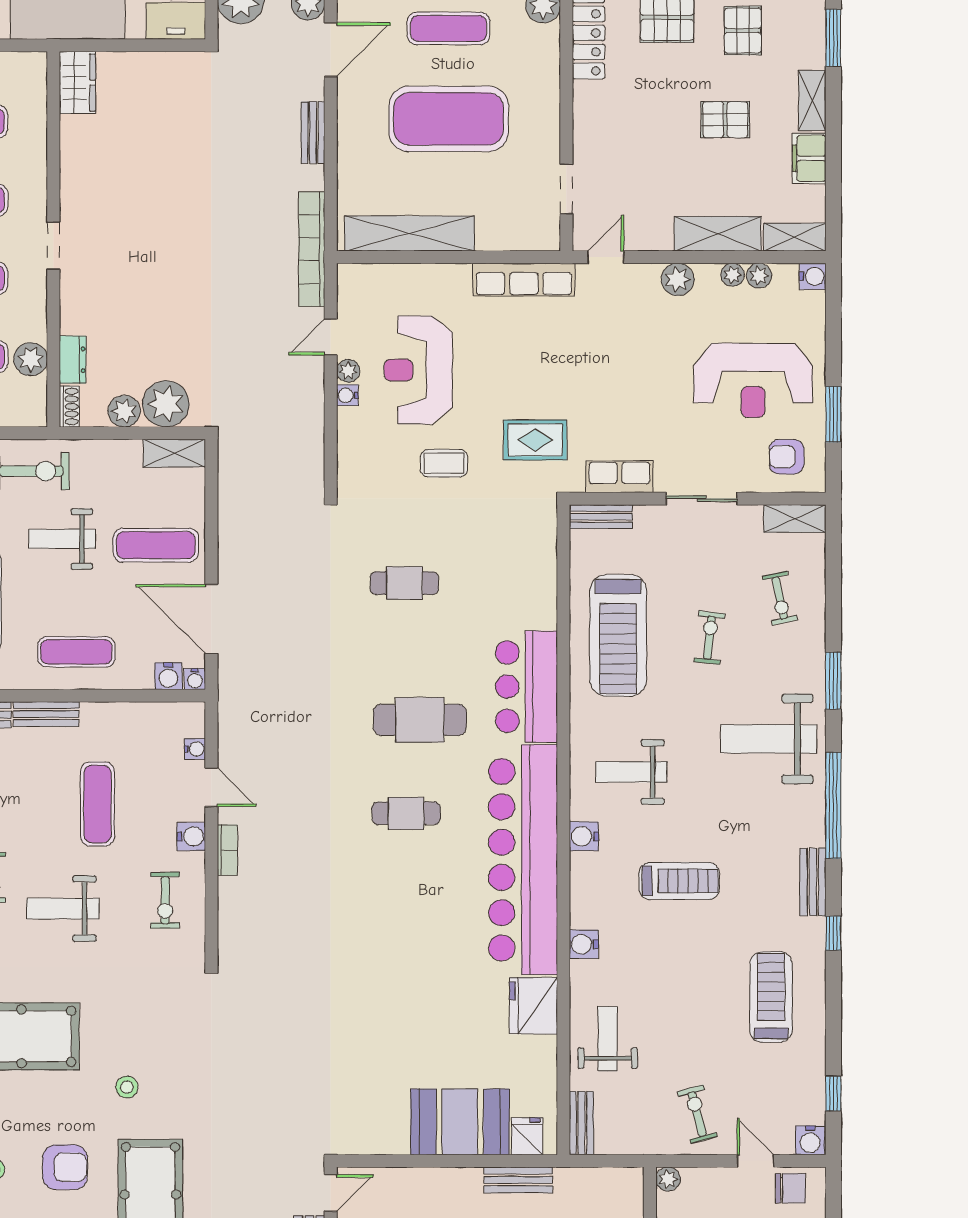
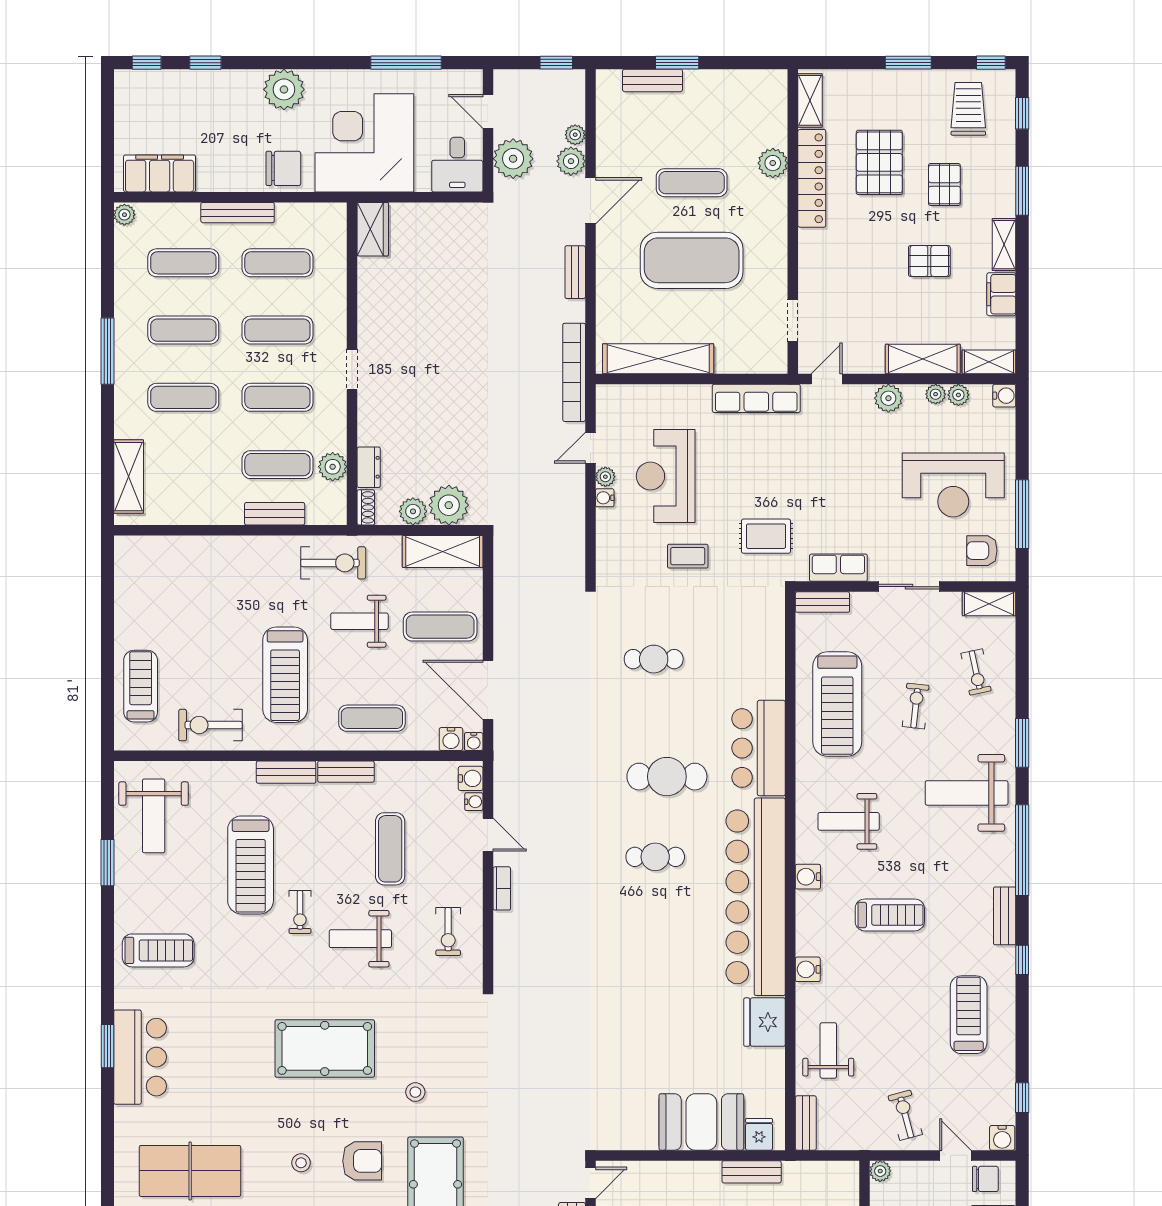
window: (833, 414) -> (1022, 514), width x1.44
shelving: (174, 453) -> (443, 551), width x1.50, depth x1.33
water cooler: (191, 837) -> (471, 778), moved

